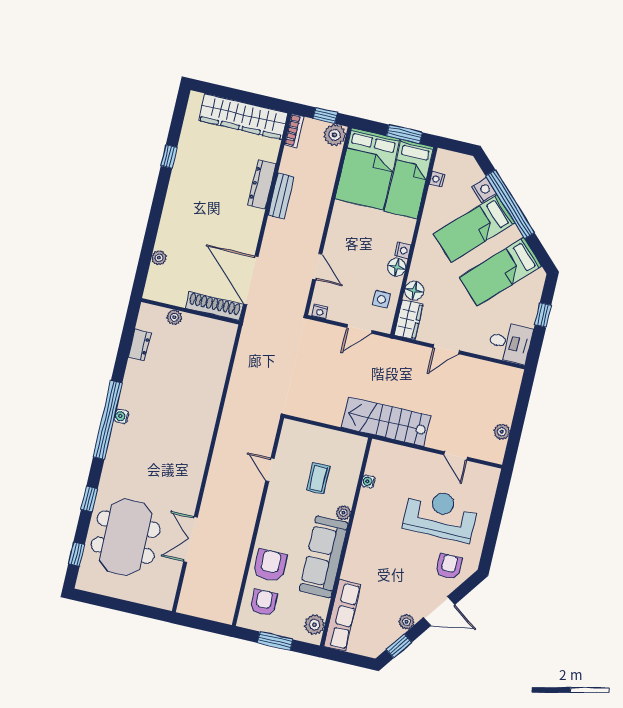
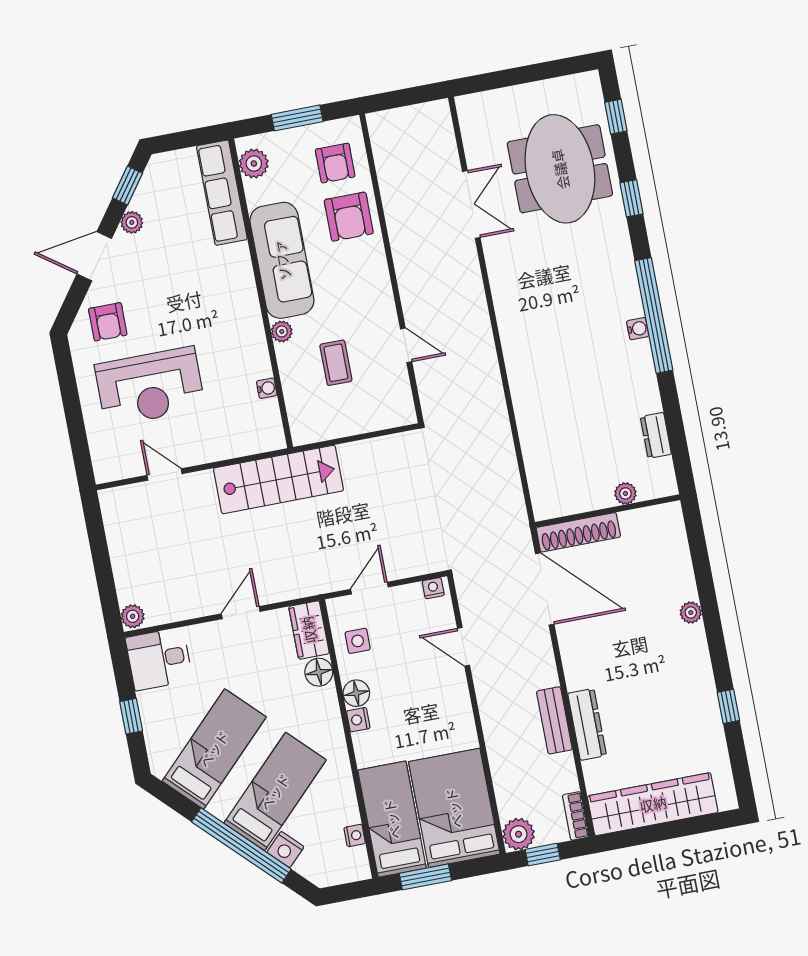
plant: (159, 258) -> (691, 613), moved
plant: (502, 432) -> (133, 616), moved

